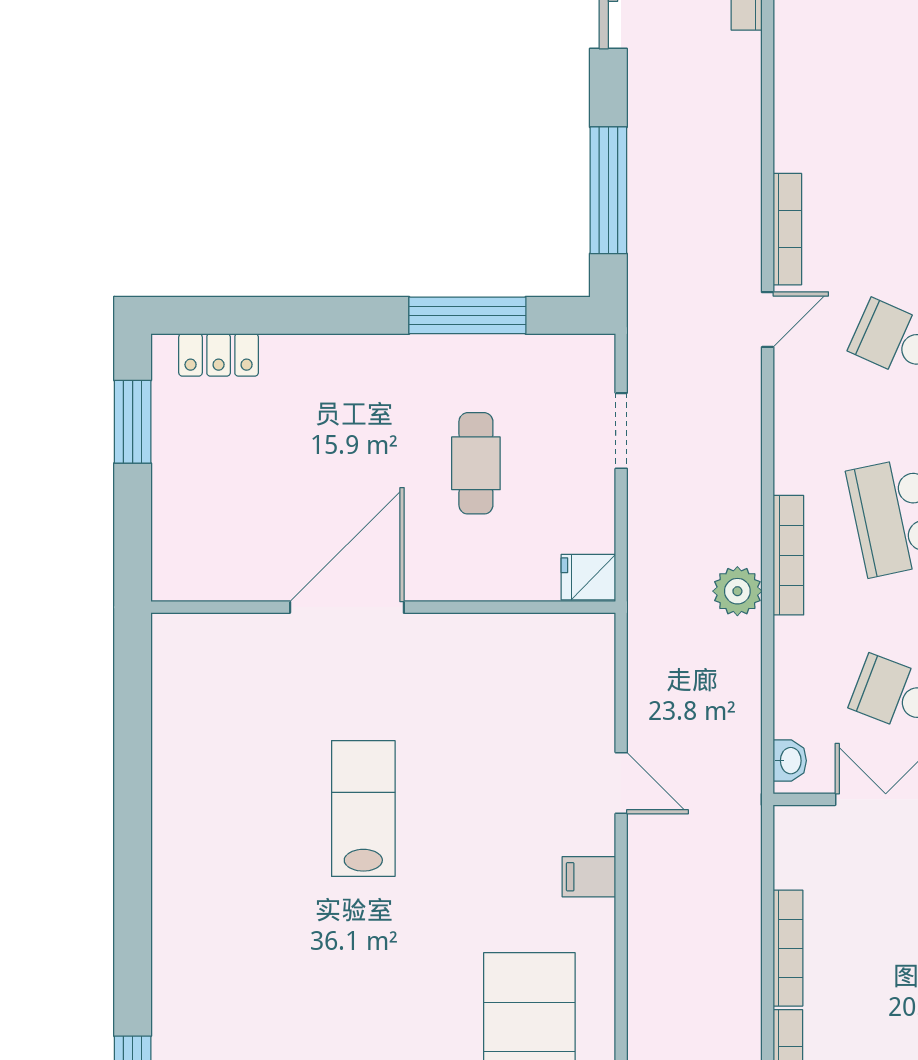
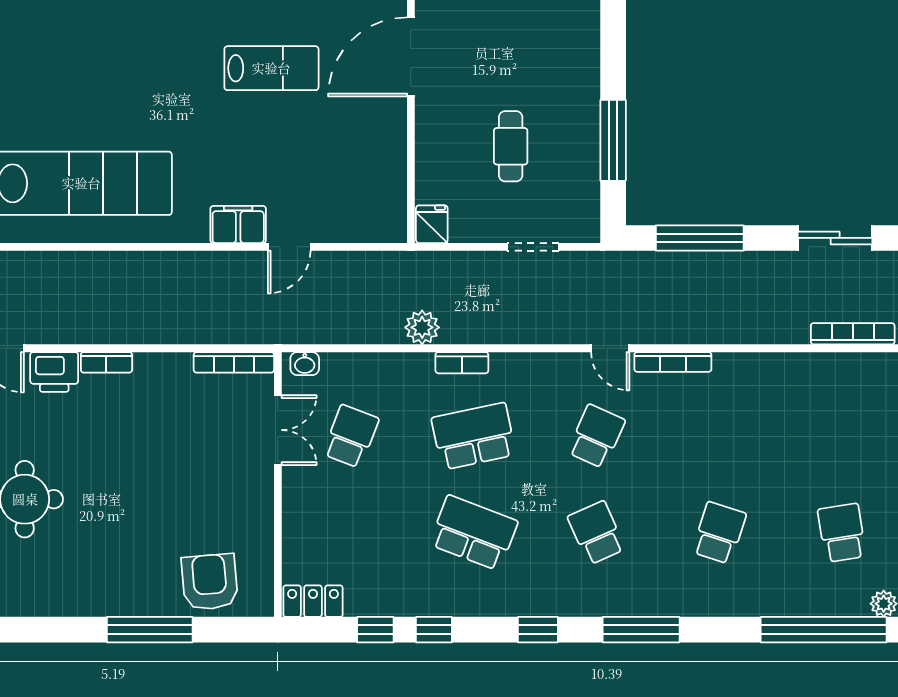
cafe table: (476, 463) -> (511, 146), turned 90
bookcase: (788, 555) -> (462, 363), width x0.64
door: (347, 607) -> (411, 57), swing flipped
filing cabinet: (589, 877) -> (238, 225), width x2.00
bookcase: (788, 948) -> (234, 362), moved

